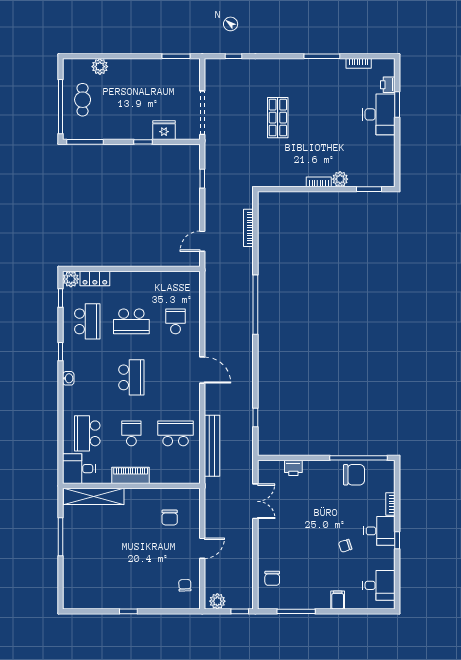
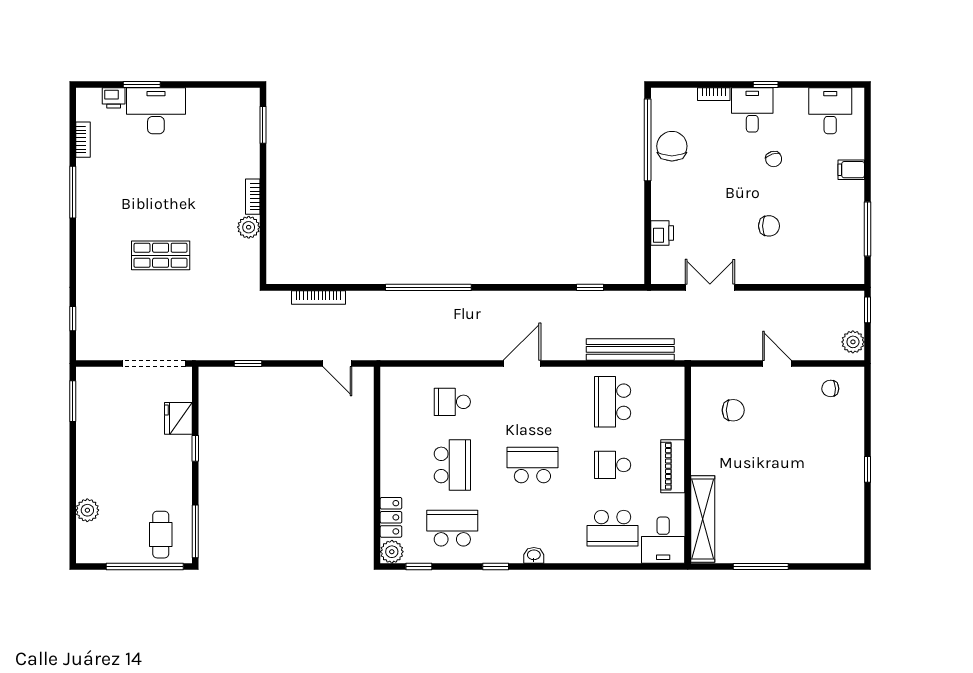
cafe table: (83, 100) -> (161, 535), moved, turned 90
plant: (340, 179) -> (249, 227), moved
chair: (272, 578) -> (769, 226), moved

